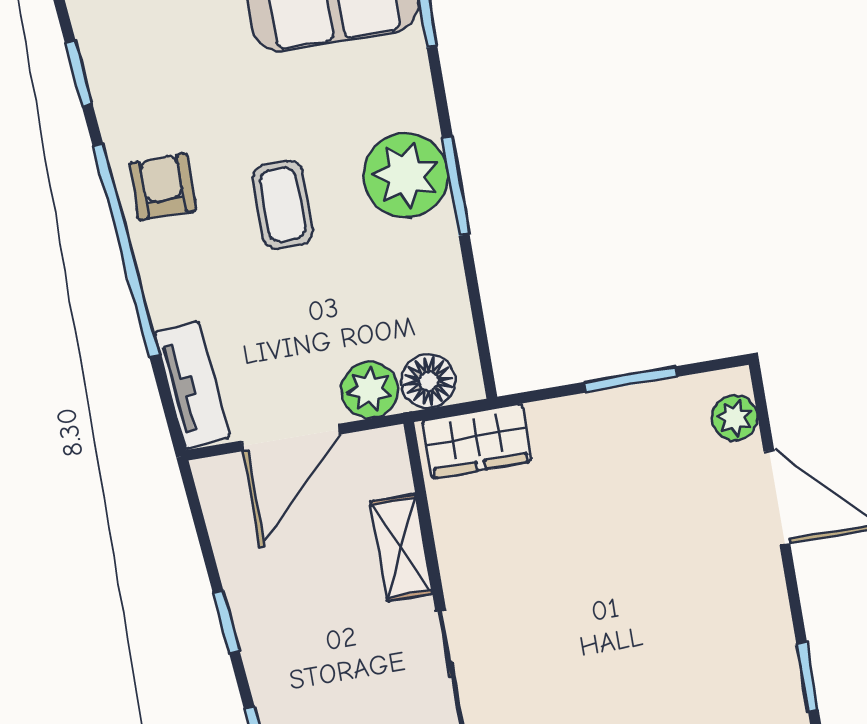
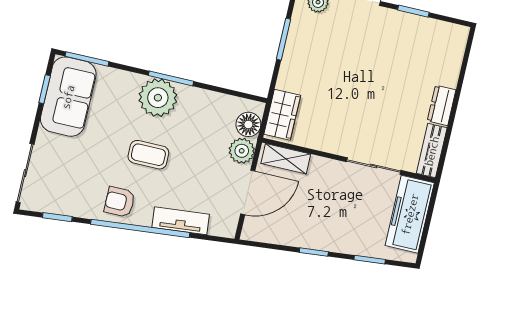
tv unit: (192, 385) -> (181, 221), moved
door: (291, 438) -> (248, 192), hinge flipped
shelving: (401, 548) -> (286, 159), moved
window: (807, 677) -> (413, 11), moved

